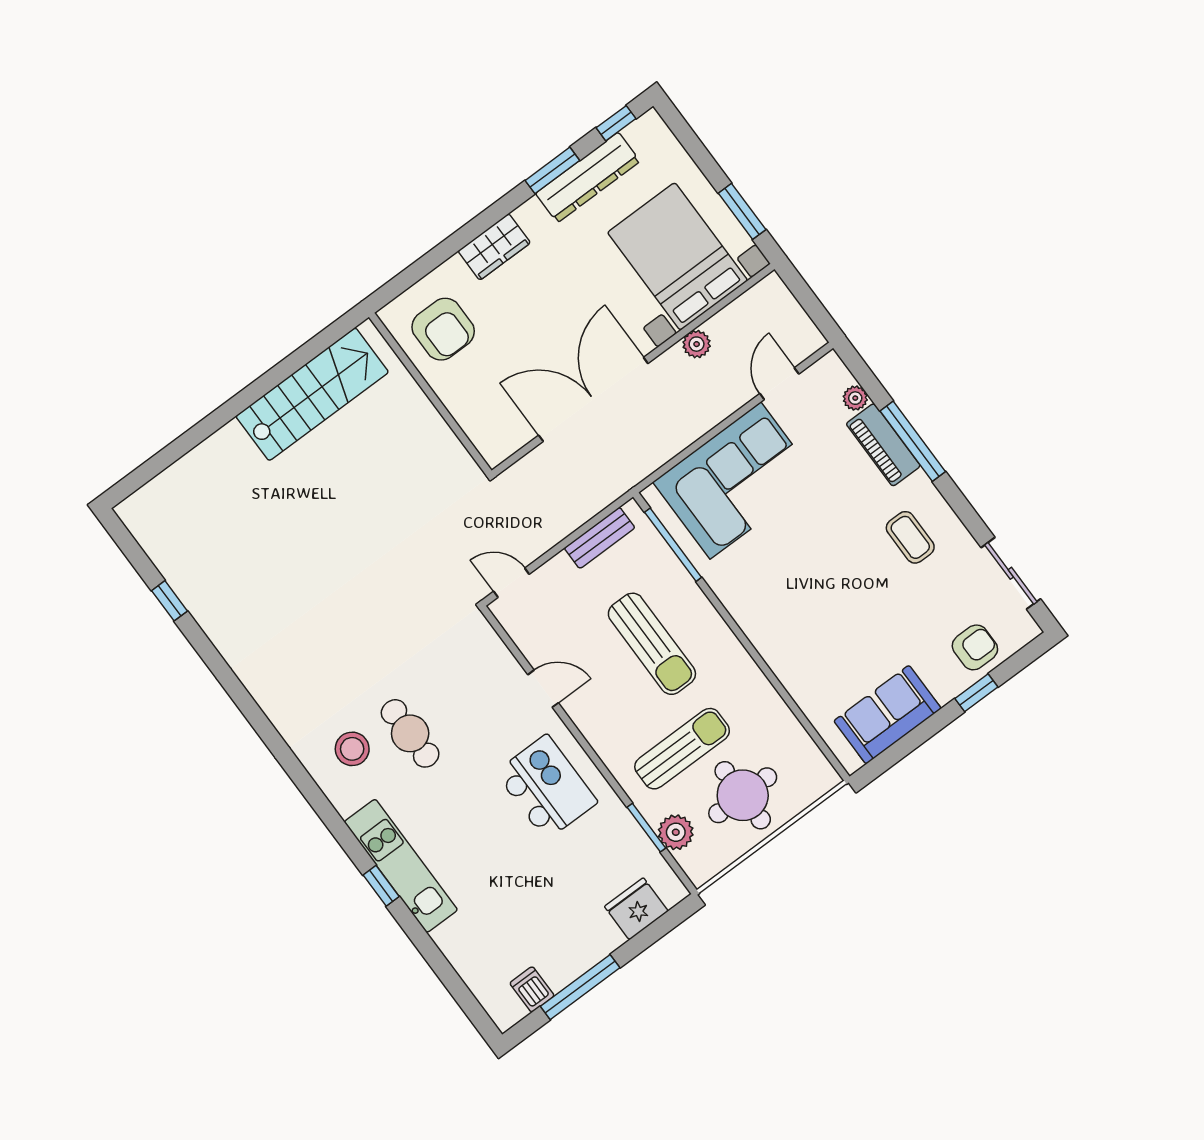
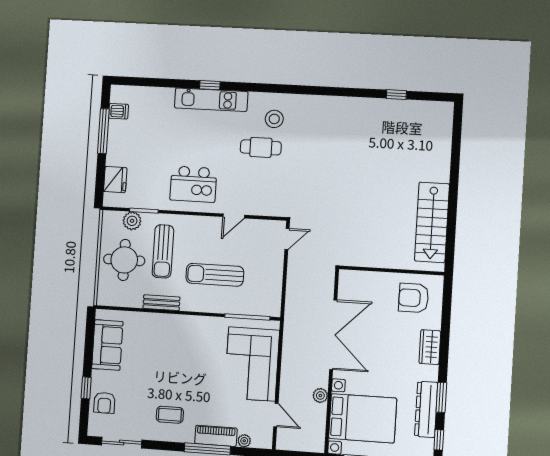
bench: (600, 538) -> (161, 303), moved, turned 90

